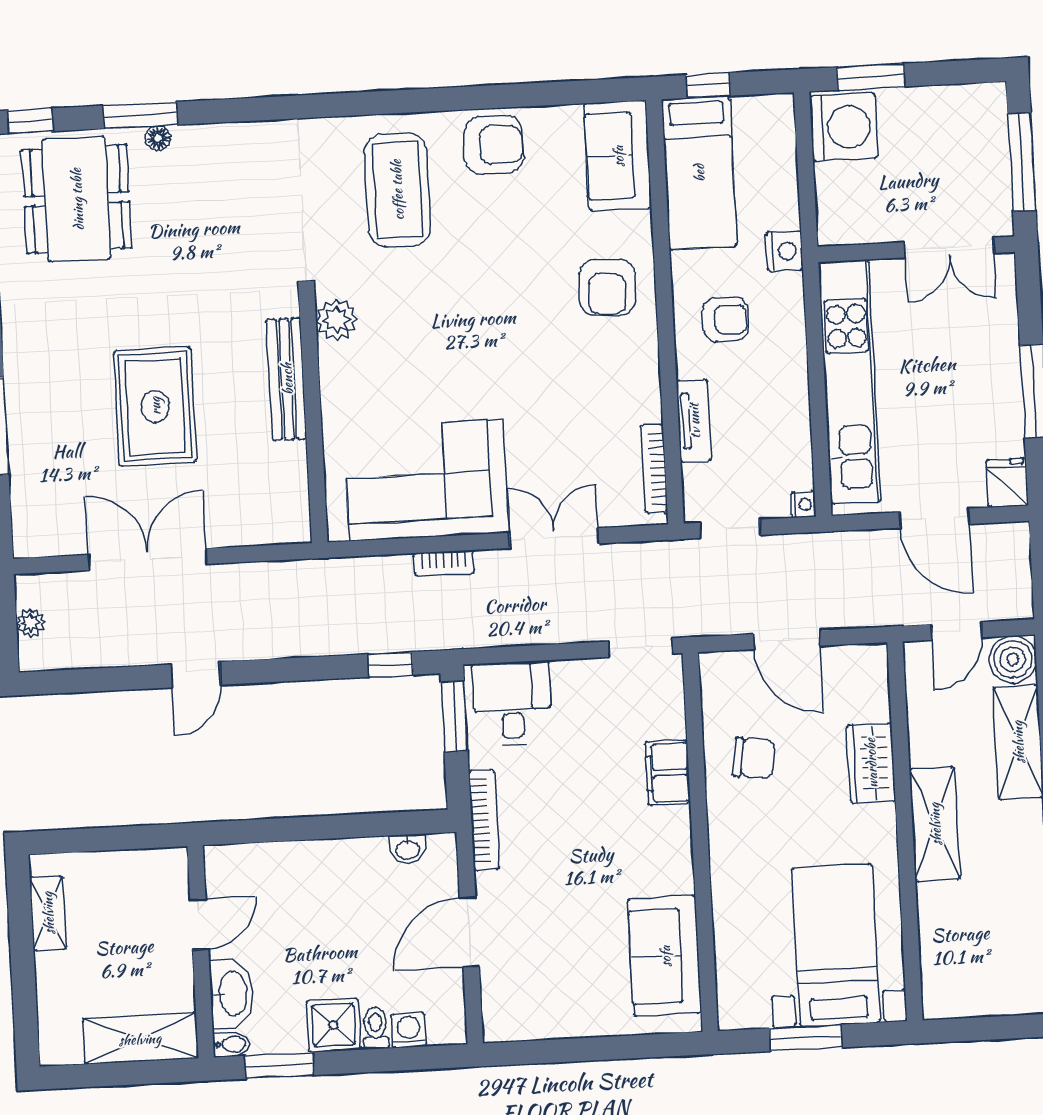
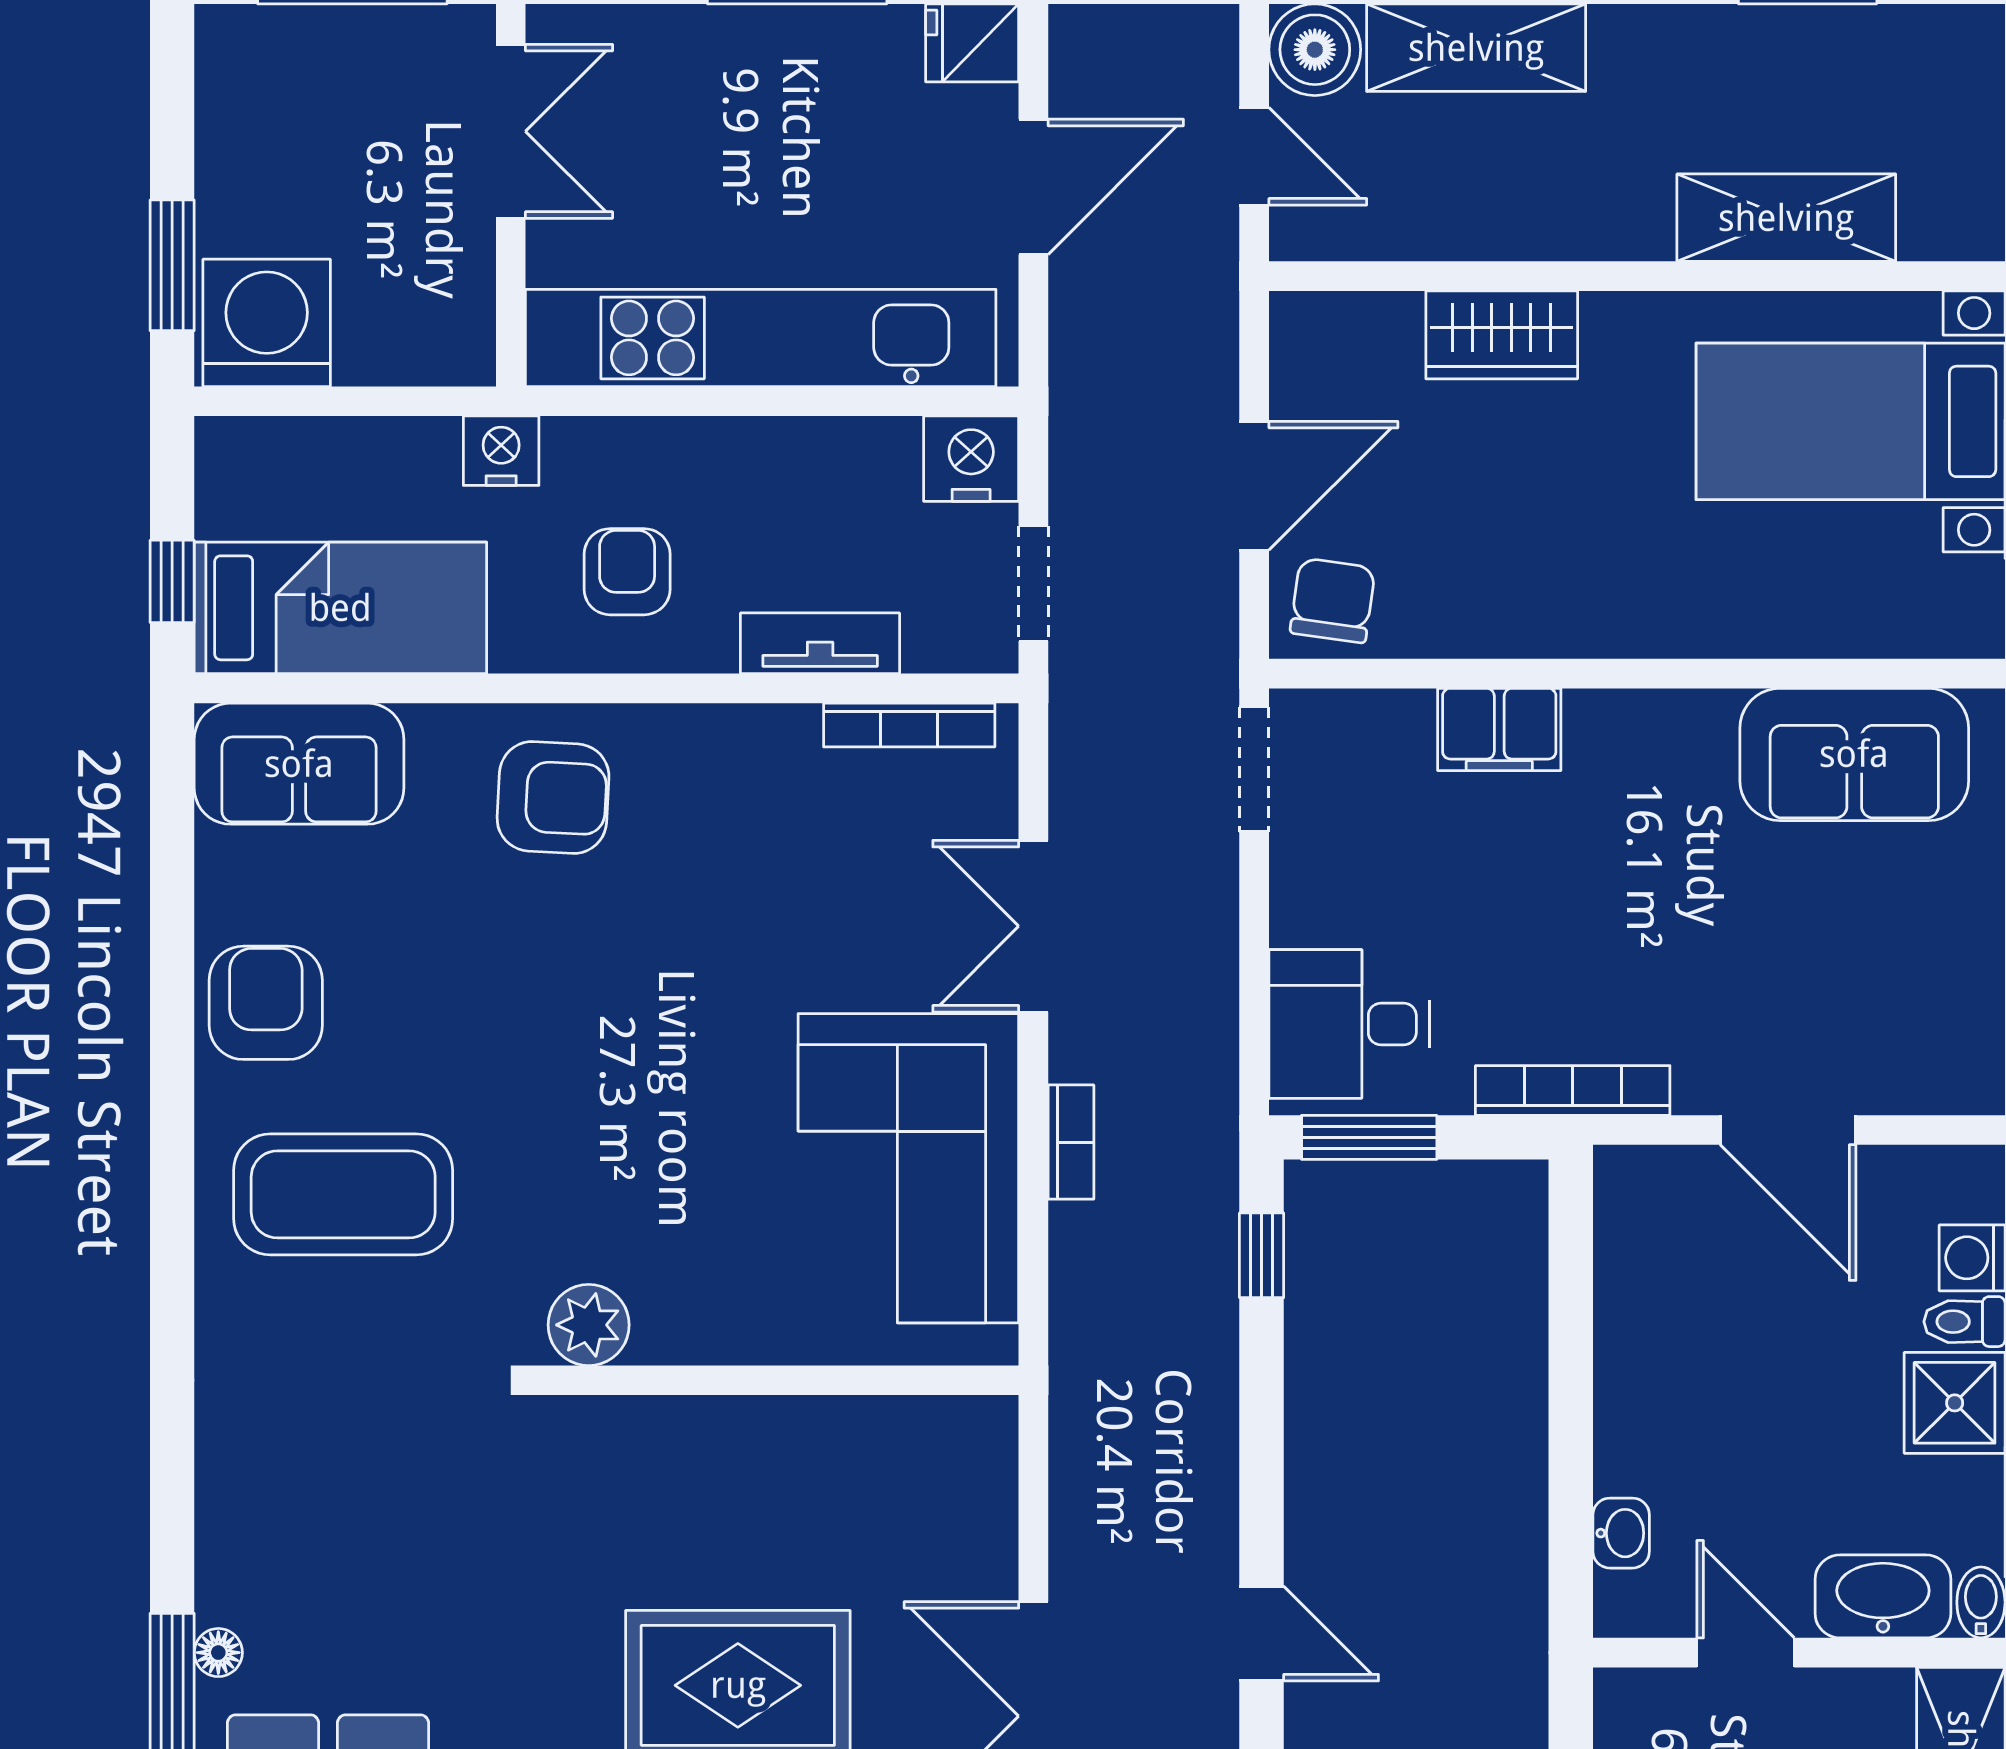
bench: (287, 379) -> (698, 1428), removed
nightstand: (803, 504) -> (971, 459), width x1.89, depth x1.79
chair: (754, 758) -> (1333, 600), moved
shelving: (935, 824) -> (1786, 218), moved
washbasin: (408, 849) -> (1621, 1533), moved

